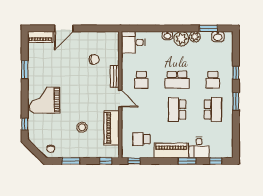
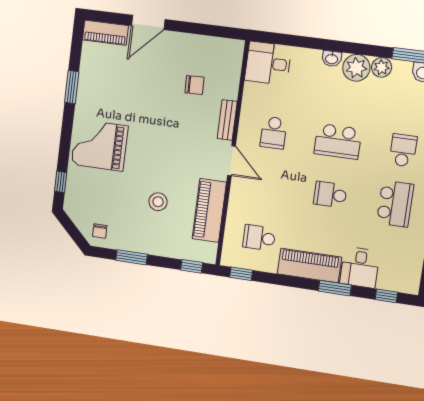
school desk: (213, 80) -> (403, 150), turned 180
school desk: (177, 110) -> (330, 195), width x0.54

